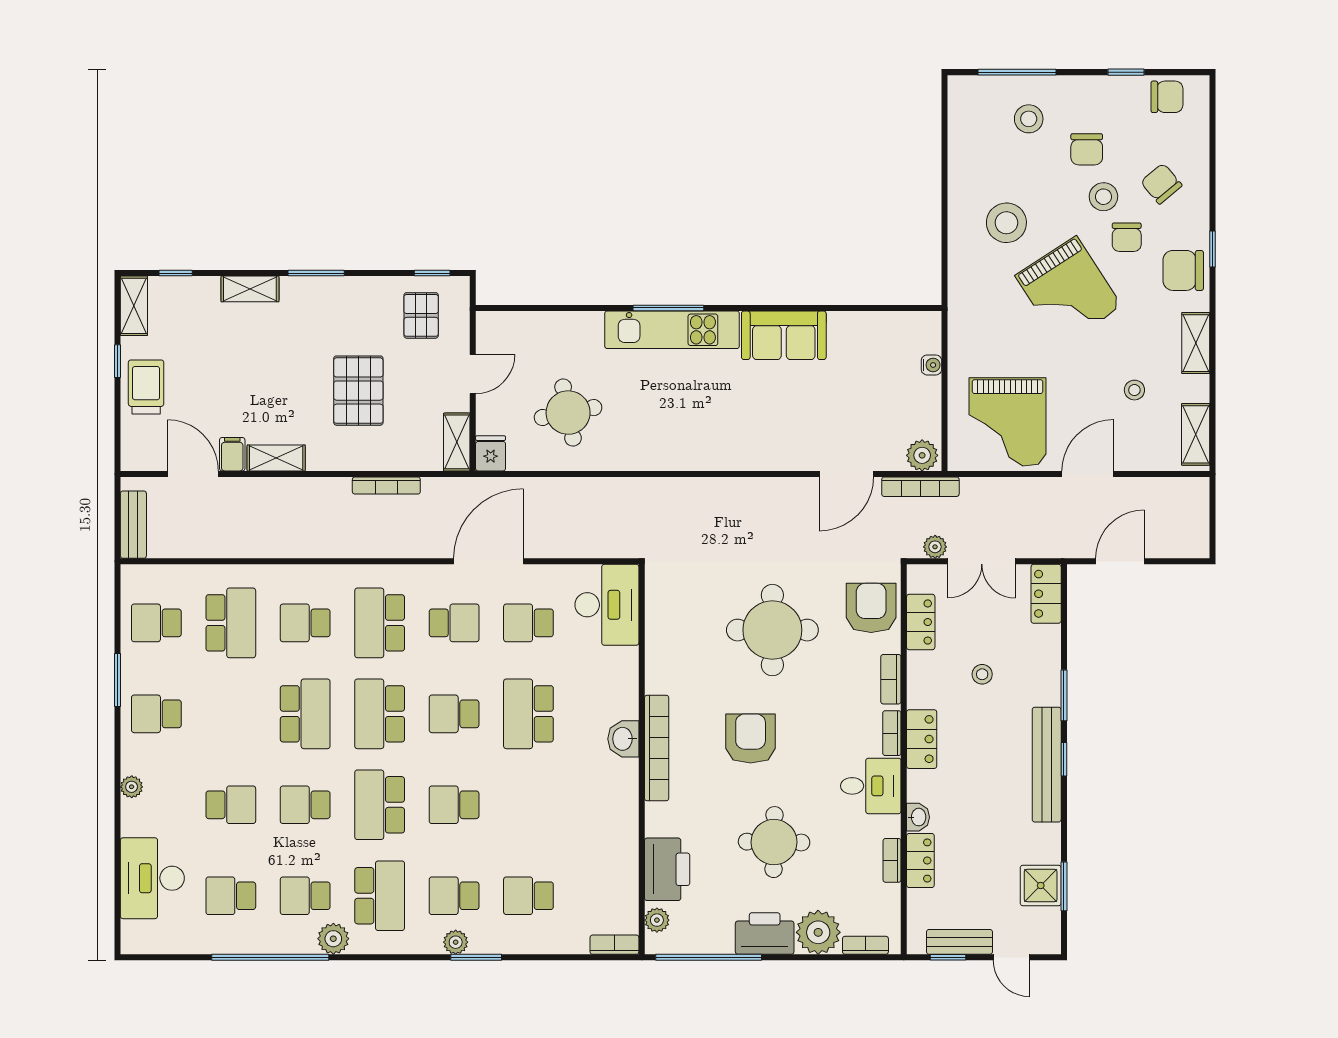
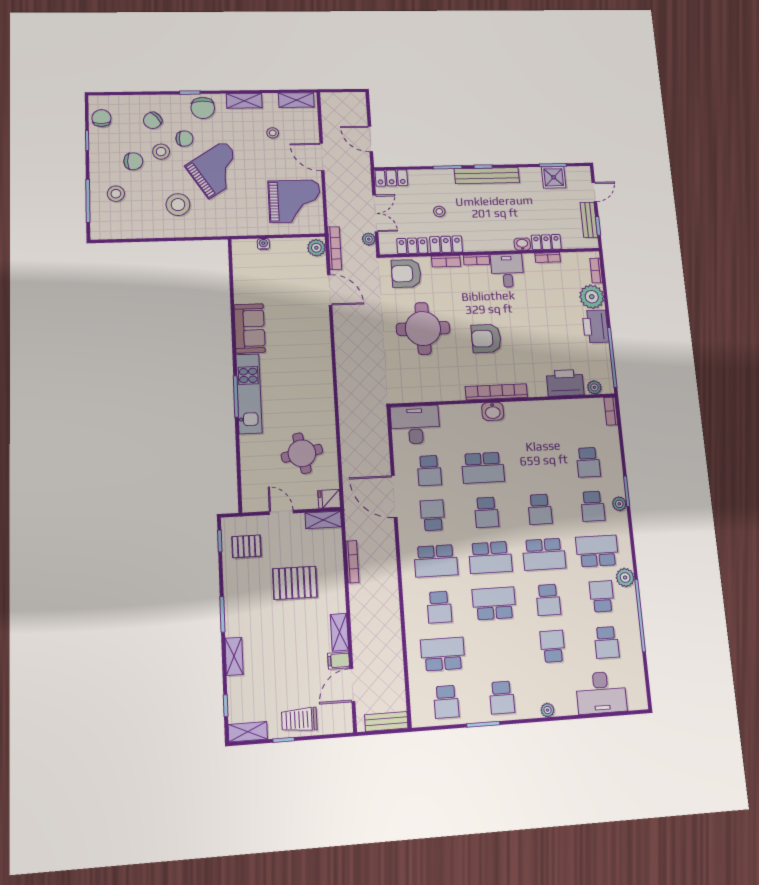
locker: (922, 739) -> (446, 244), moved
round table: (774, 842) -> (544, 323), removed
school desk: (305, 896) -> (602, 596), turned 180

